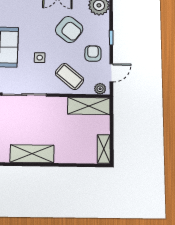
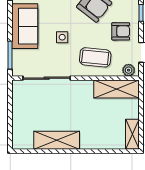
armchair: (93, 53) -> (121, 31), turned 90
coffee table: (70, 76) -> (95, 57), turned -33

